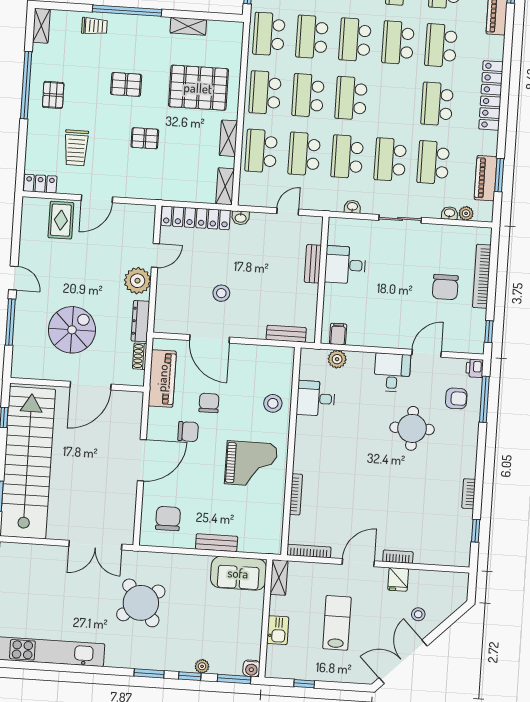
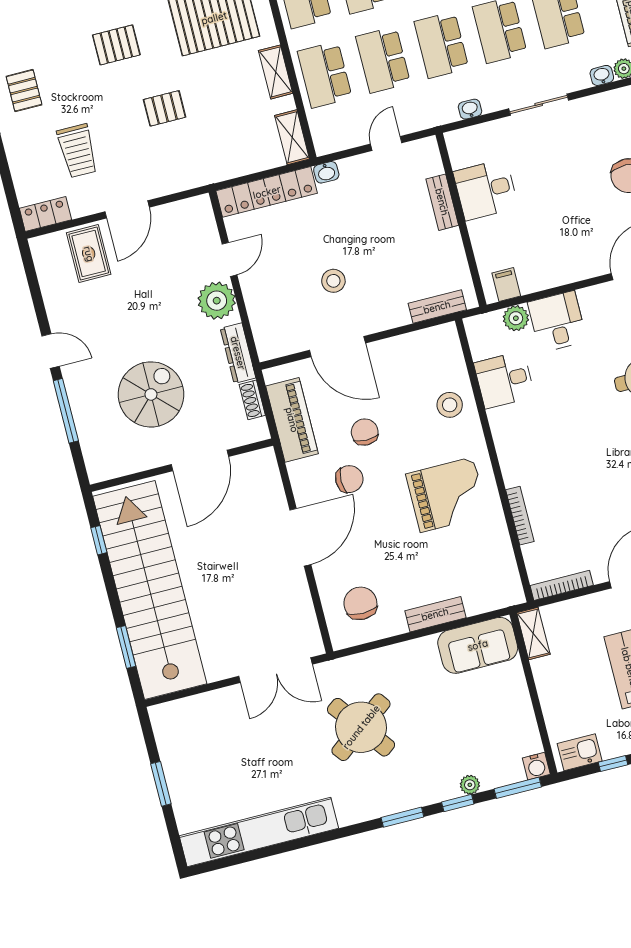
desk: (392, 372) -> (557, 322), moved
kitchen sink: (278, 630) -> (580, 752), moved, turned -90

